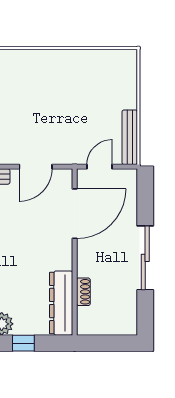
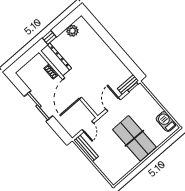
table tennis table: (47, 91) -> (134, 138), added
door: (75, 214) -> (72, 88), moved
window: (23, 343) -> (49, 37), moved

